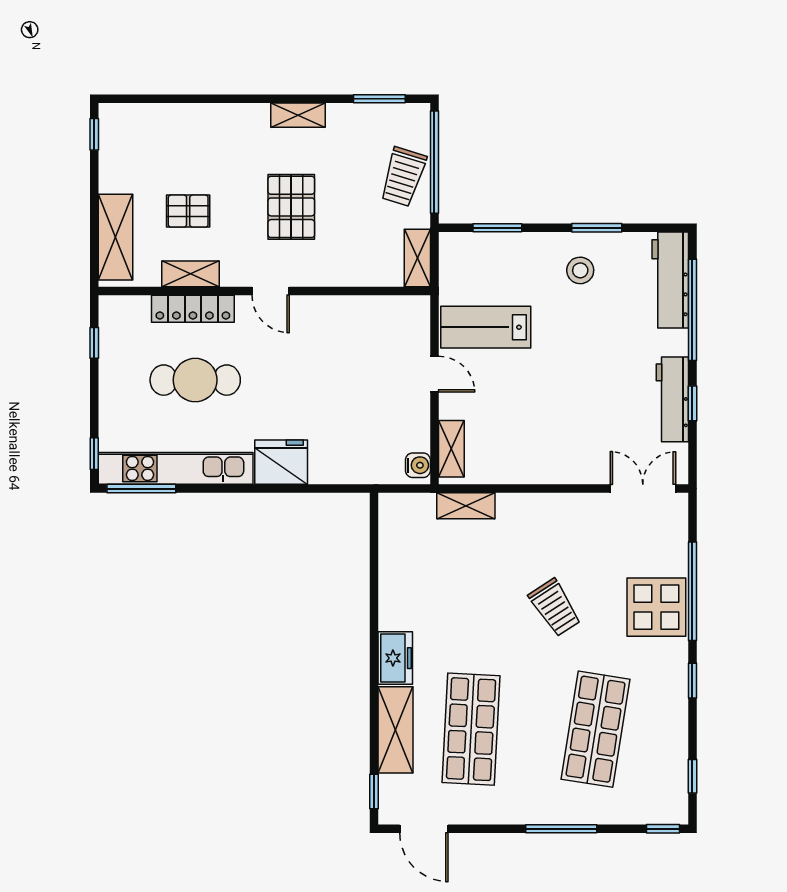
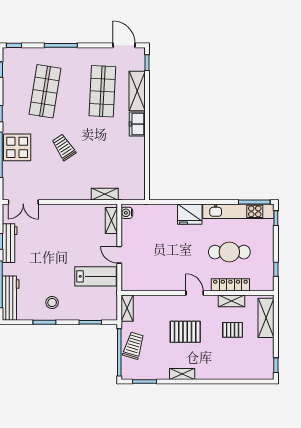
pallet: (291, 207) -> (185, 332), turned 90

